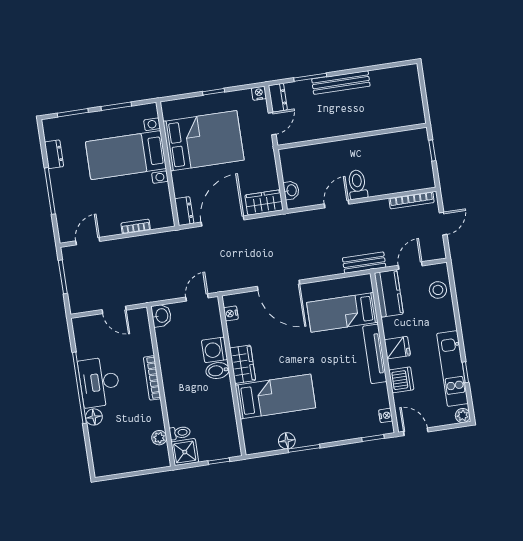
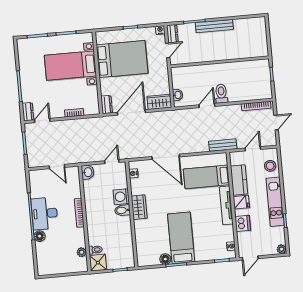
dresser: (54, 154) -> (28, 112), moved
kitchen counter: (389, 293) -> (239, 180), moved
kitchen unit: (452, 369) -> (275, 202), moved
bed: (275, 397) -> (181, 238), moved, turned -90
door: (416, 432) -> (250, 258), swing flipped

